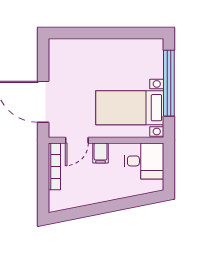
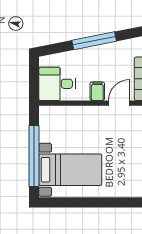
bed with nightstands: (130, 108) -> (70, 170), moved
window: (104, 207) -> (94, 41), added

